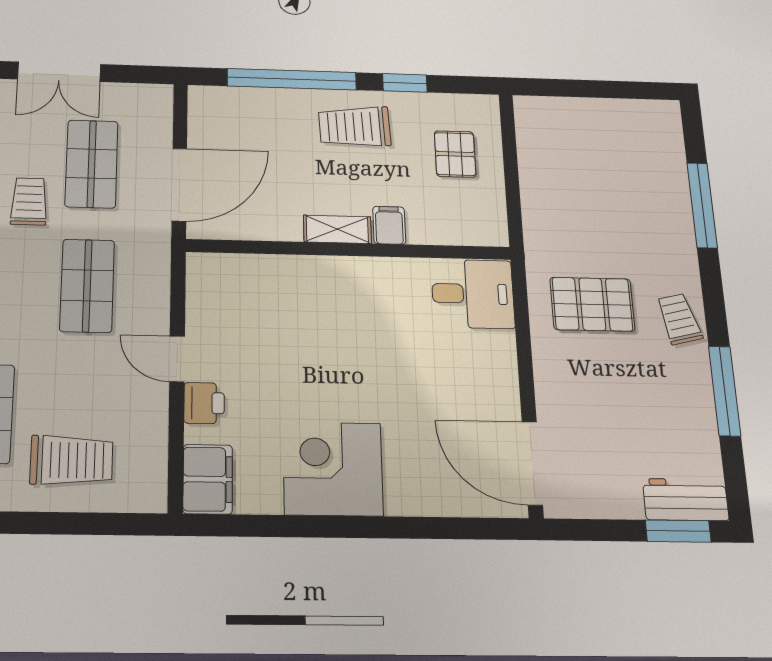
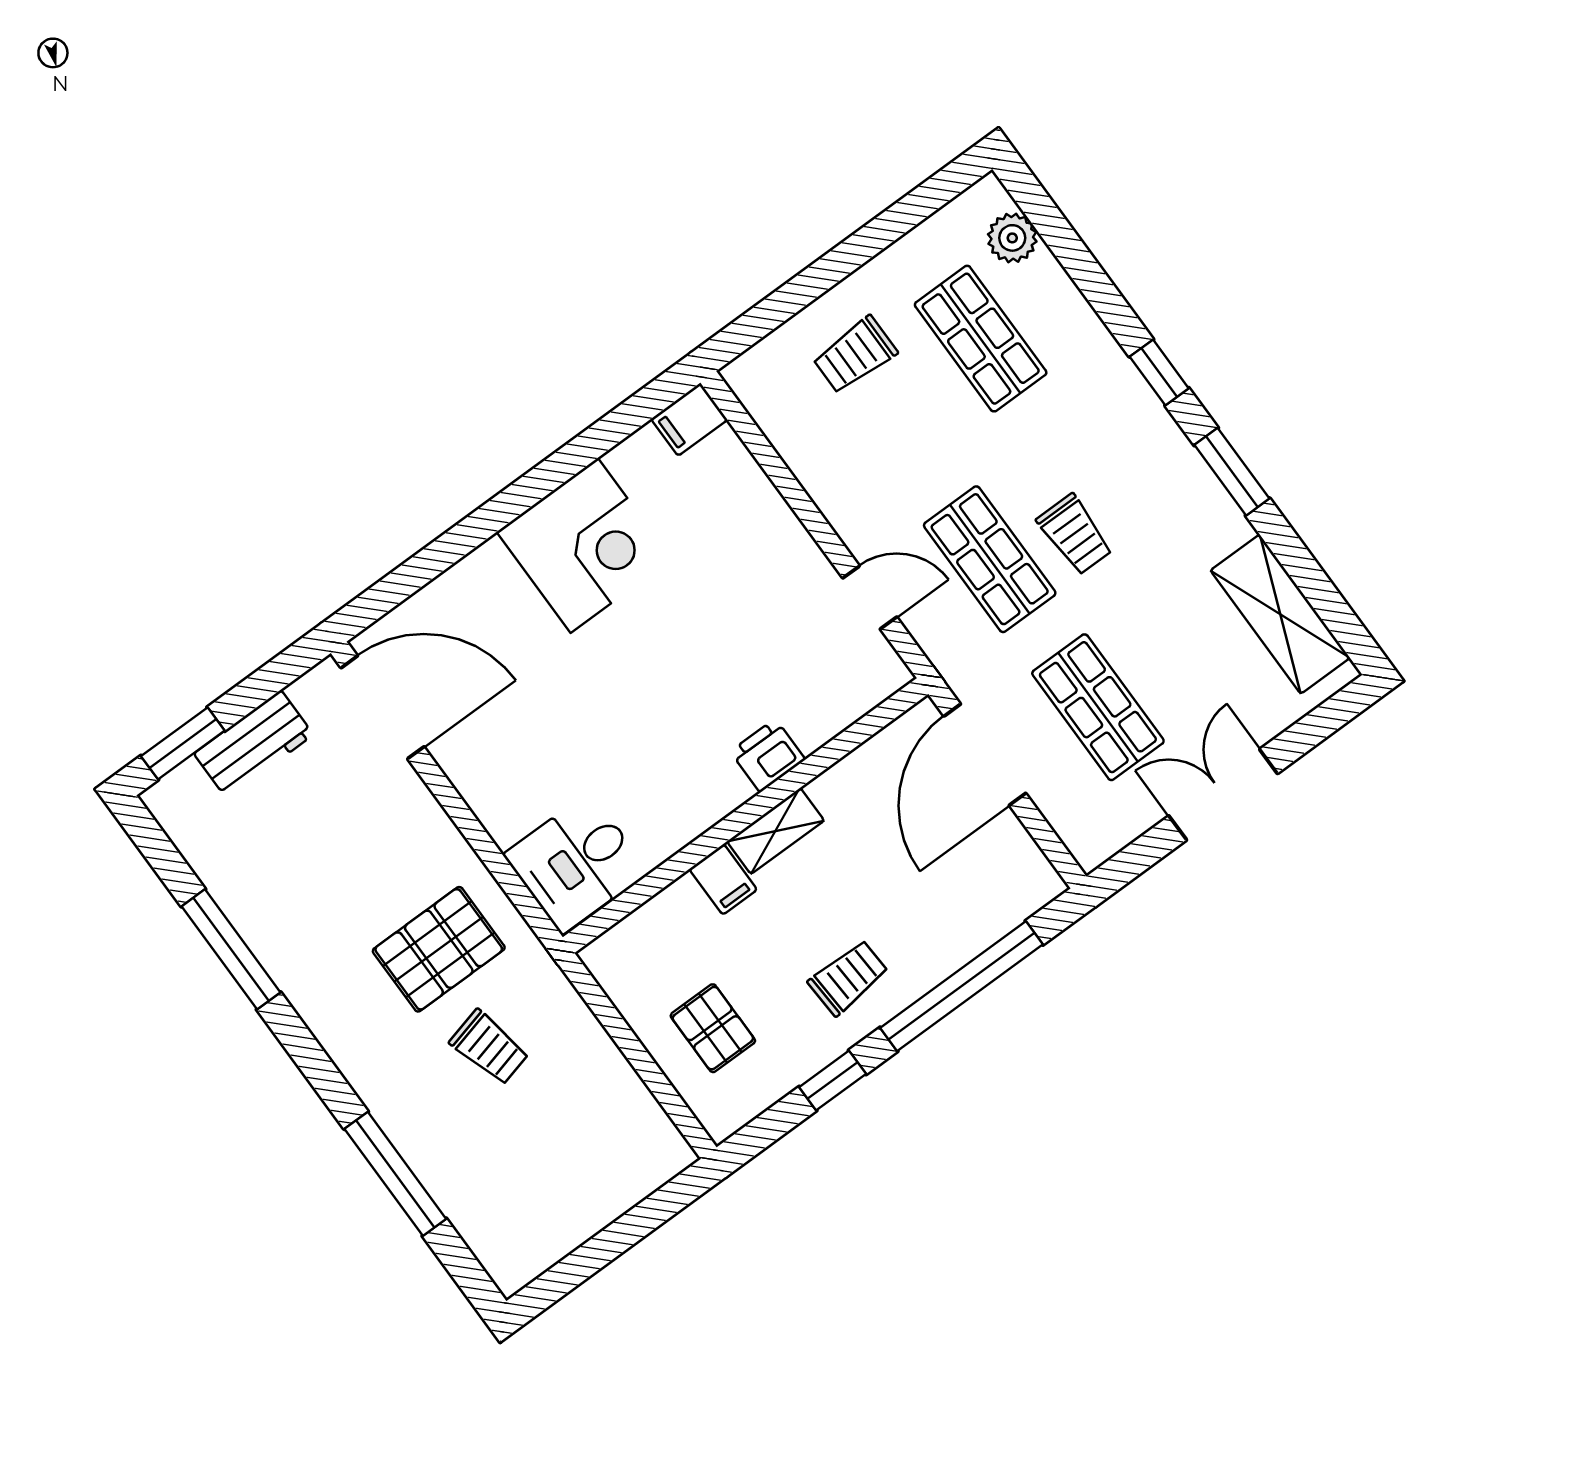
trolley: (355, 127) -> (848, 978), width x0.73, depth x0.72
trolley: (29, 201) -> (1075, 534), moved
trolley: (679, 319) -> (489, 1047), moved
door: (177, 359) -> (870, 597), moved
printer: (204, 403) -> (768, 755), moved, turned 90
trolley: (72, 460) -> (855, 355), width x0.73, depth x0.72
filing cabinet: (208, 479) -> (689, 419), width x0.50
workbench: (686, 500) -> (254, 744), moved

